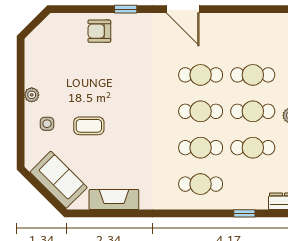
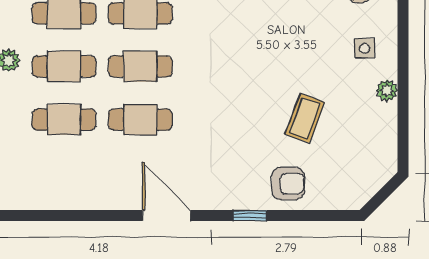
coffee table: (89, 126) -> (305, 118), moved, turned -70

